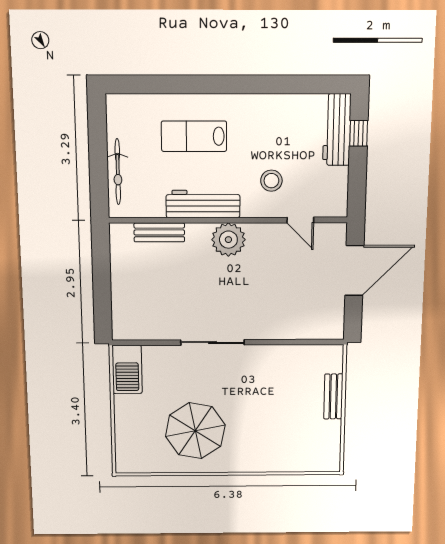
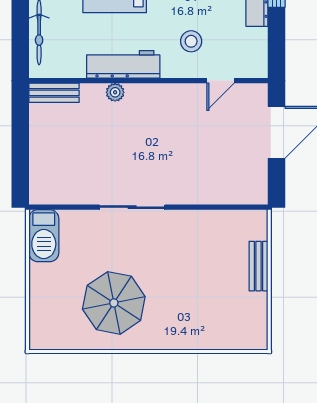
door: (300, 220) -> (221, 81), hinge flipped
bench: (159, 232) -> (54, 93), moved
plant: (228, 240) -> (115, 92), moved, width x0.53, depth x0.53

